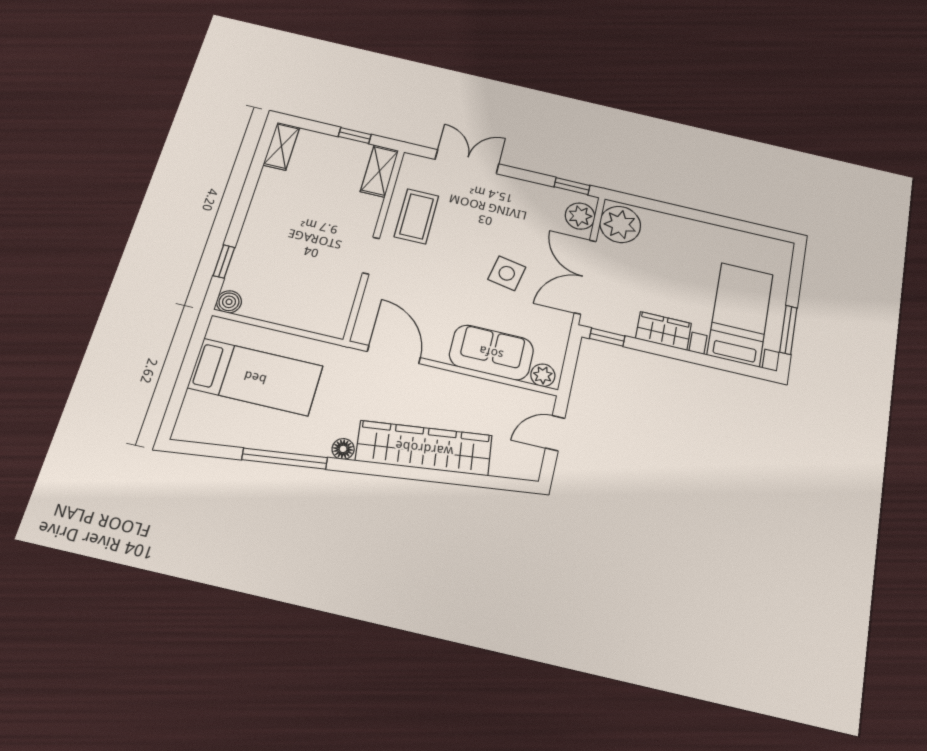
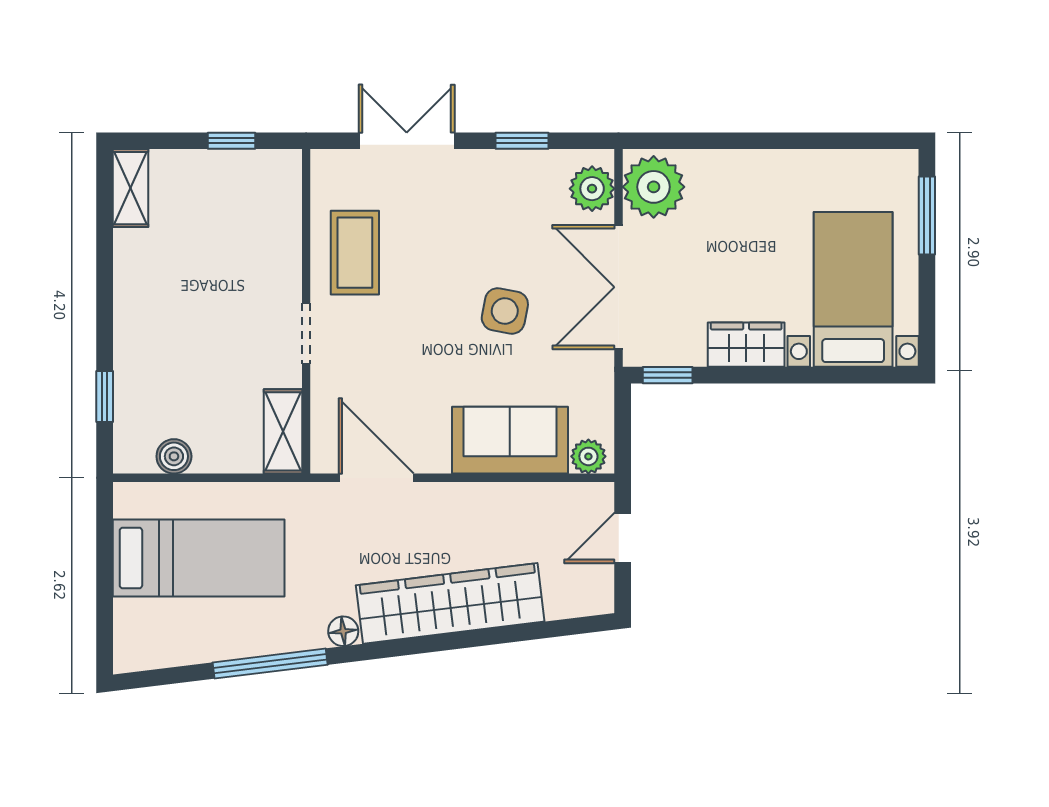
shelving: (380, 171) -> (283, 431), moved
window: (572, 186) -> (522, 141), moved
boiler: (229, 302) -> (174, 456), moved
window: (788, 330) -> (927, 215), moved

